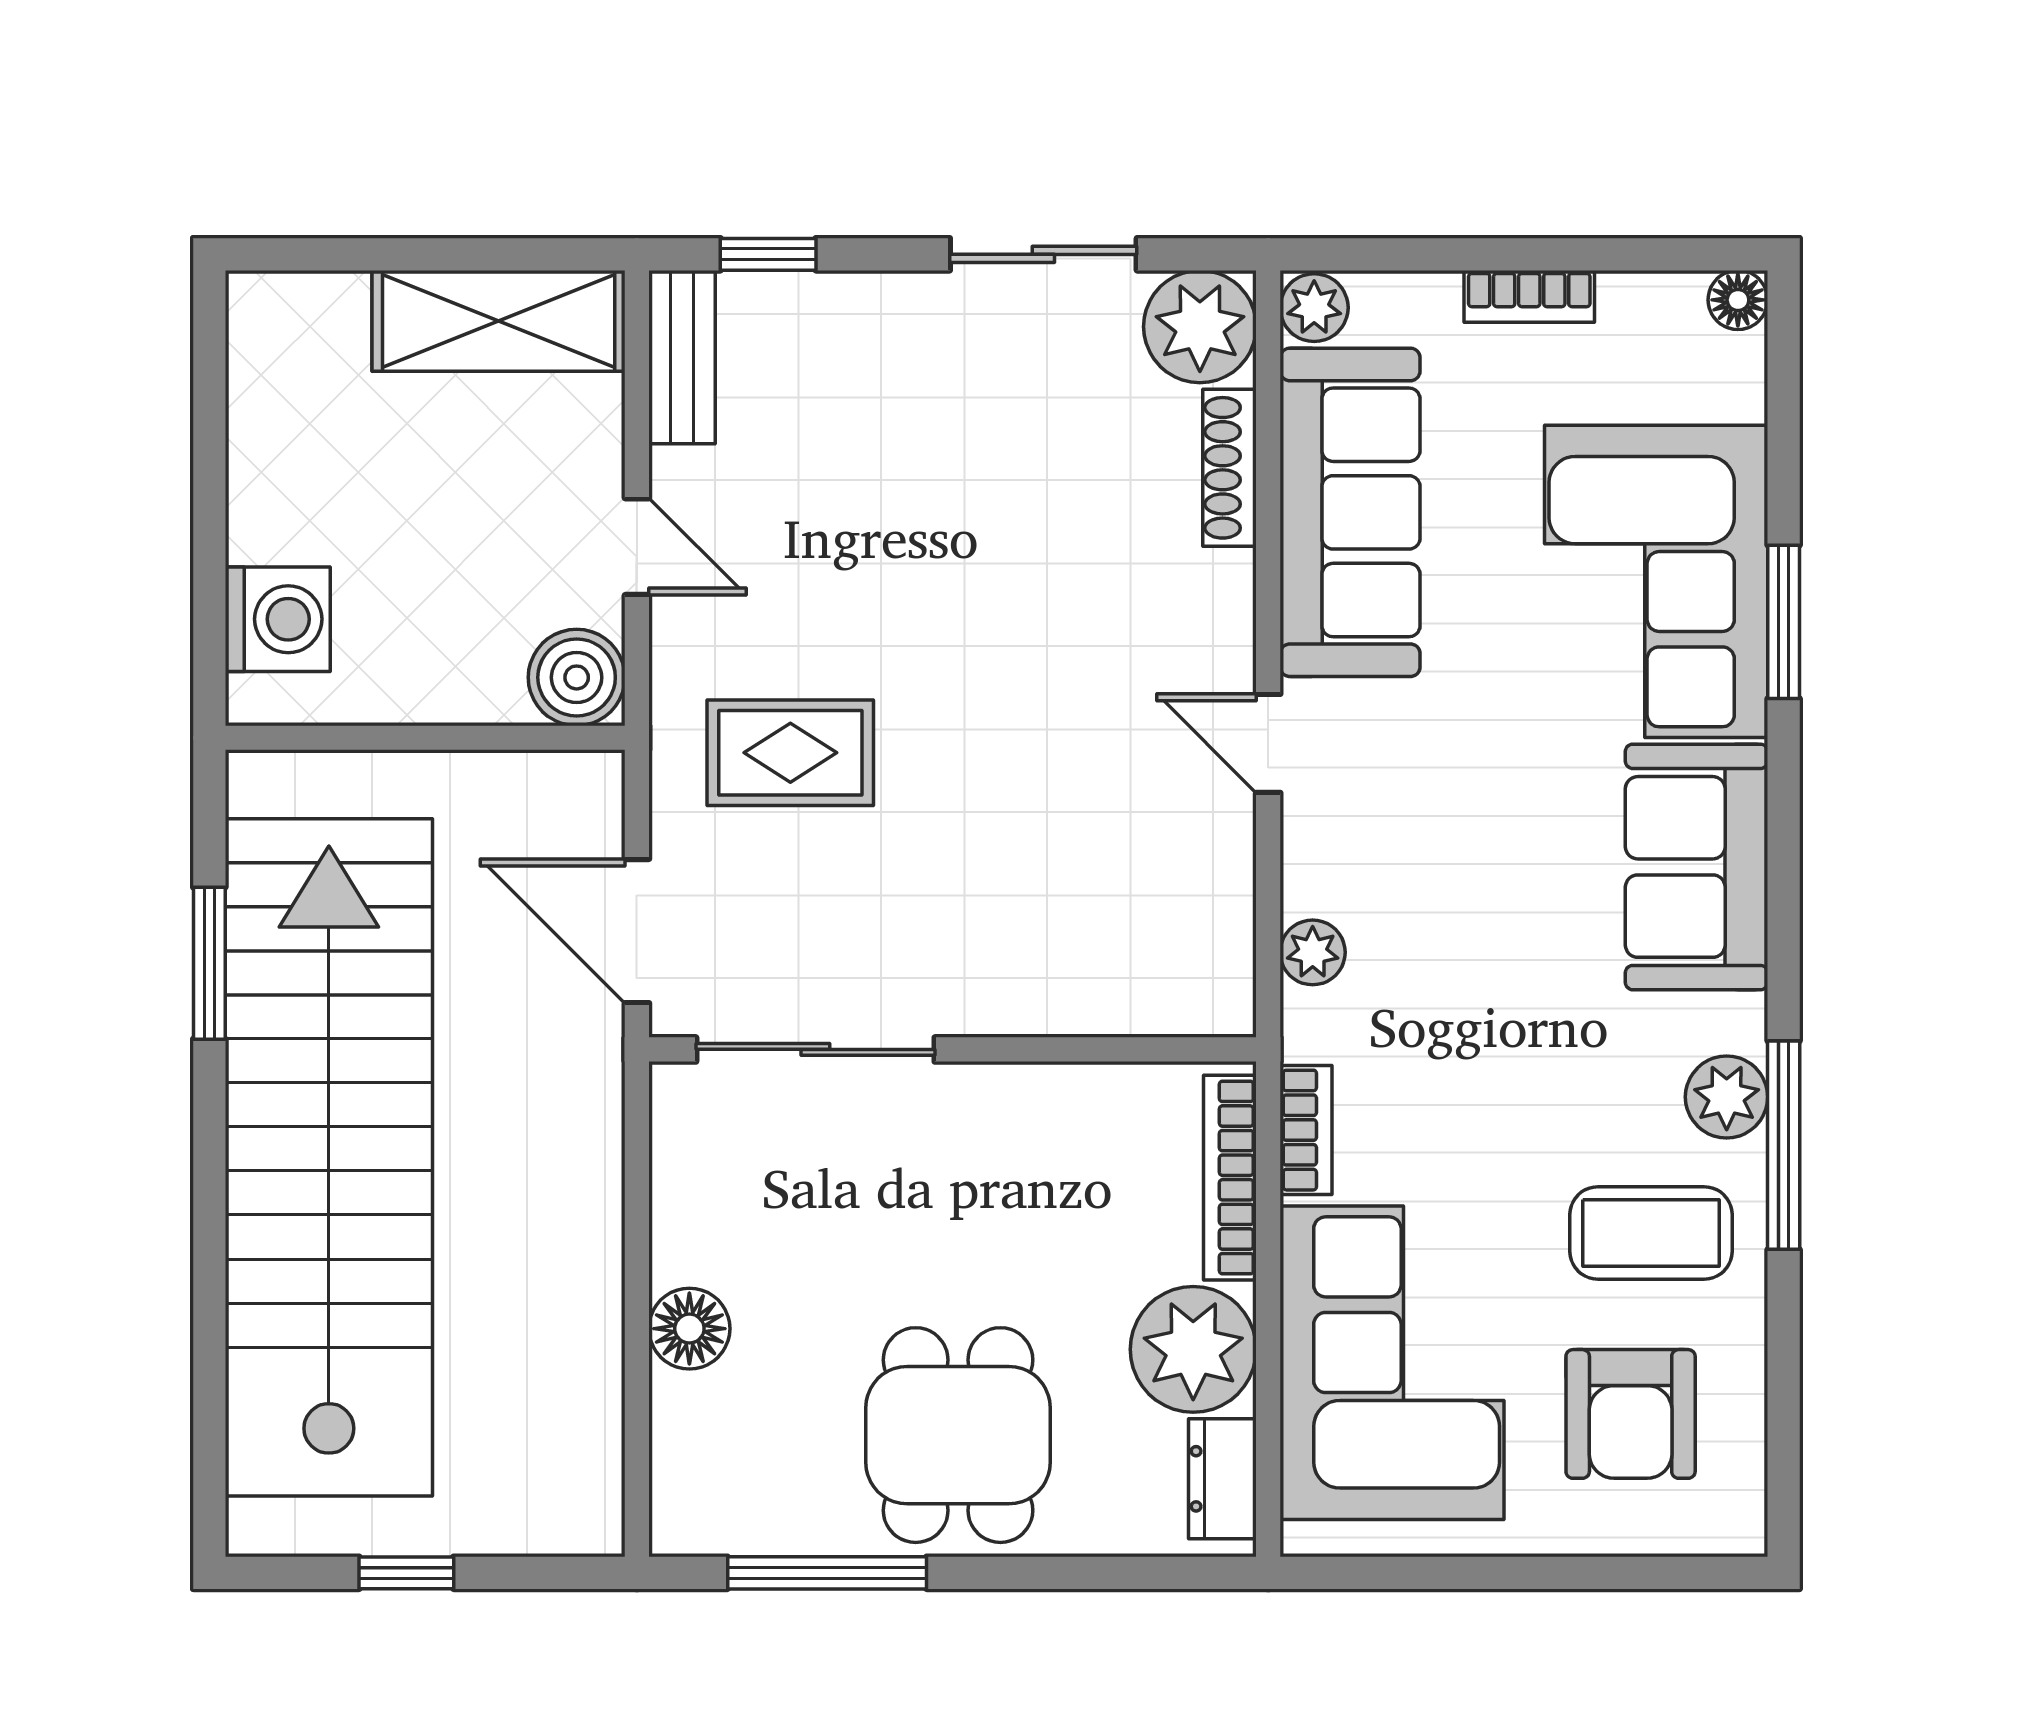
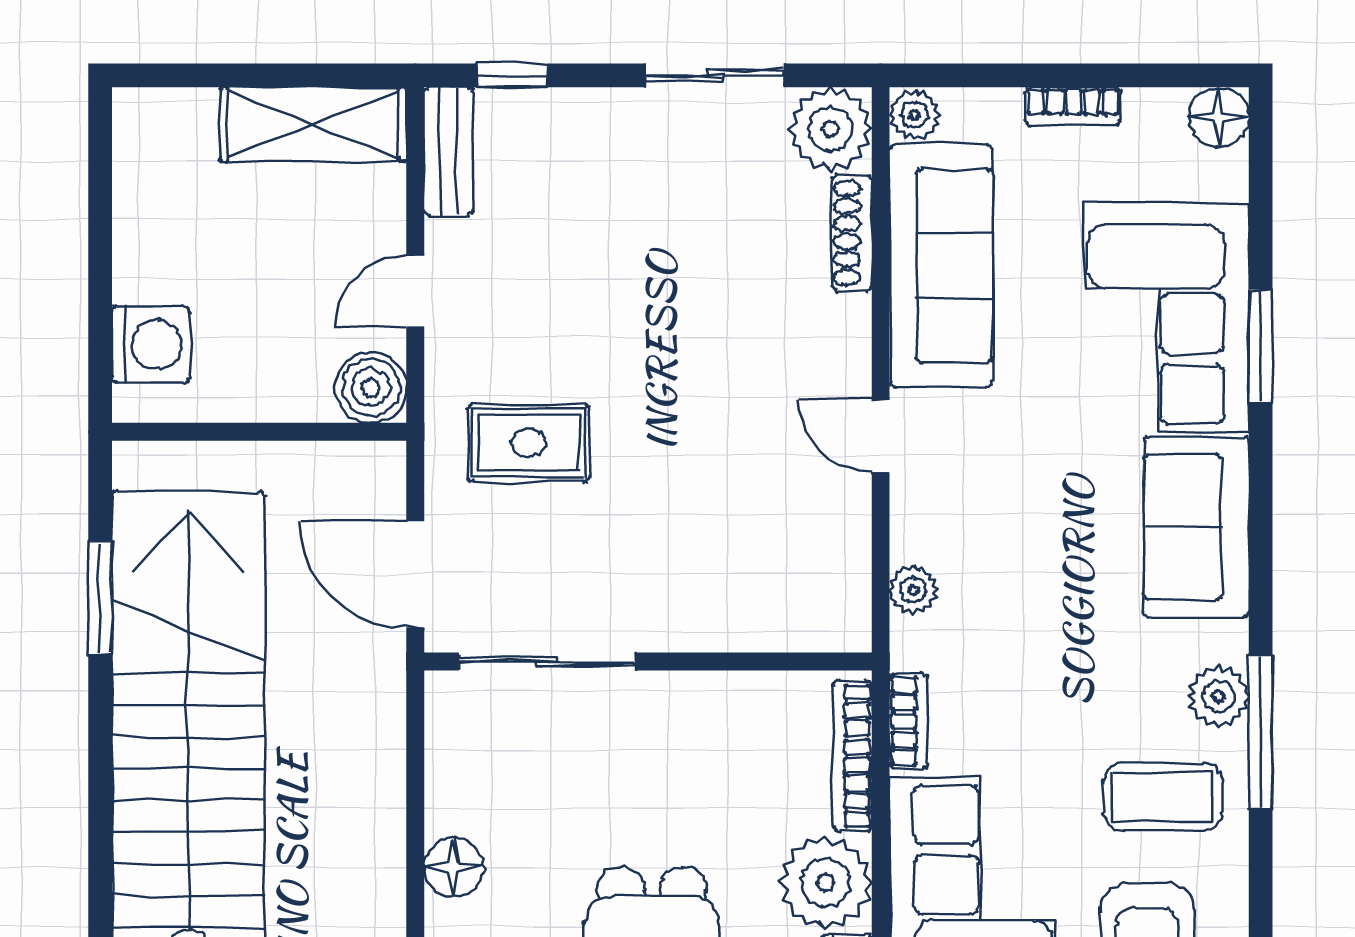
floor lamp: (1738, 300) -> (1219, 117), width x1.37, depth x1.37
door: (637, 547) -> (415, 291), swing flipped

